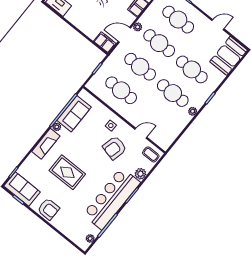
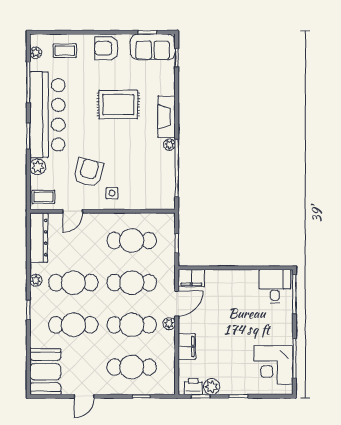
sofa: (74, 114) -> (162, 174), removed
dresser: (172, 134) -> (39, 238), added
coffee table: (73, 227) -> (65, 51), added

